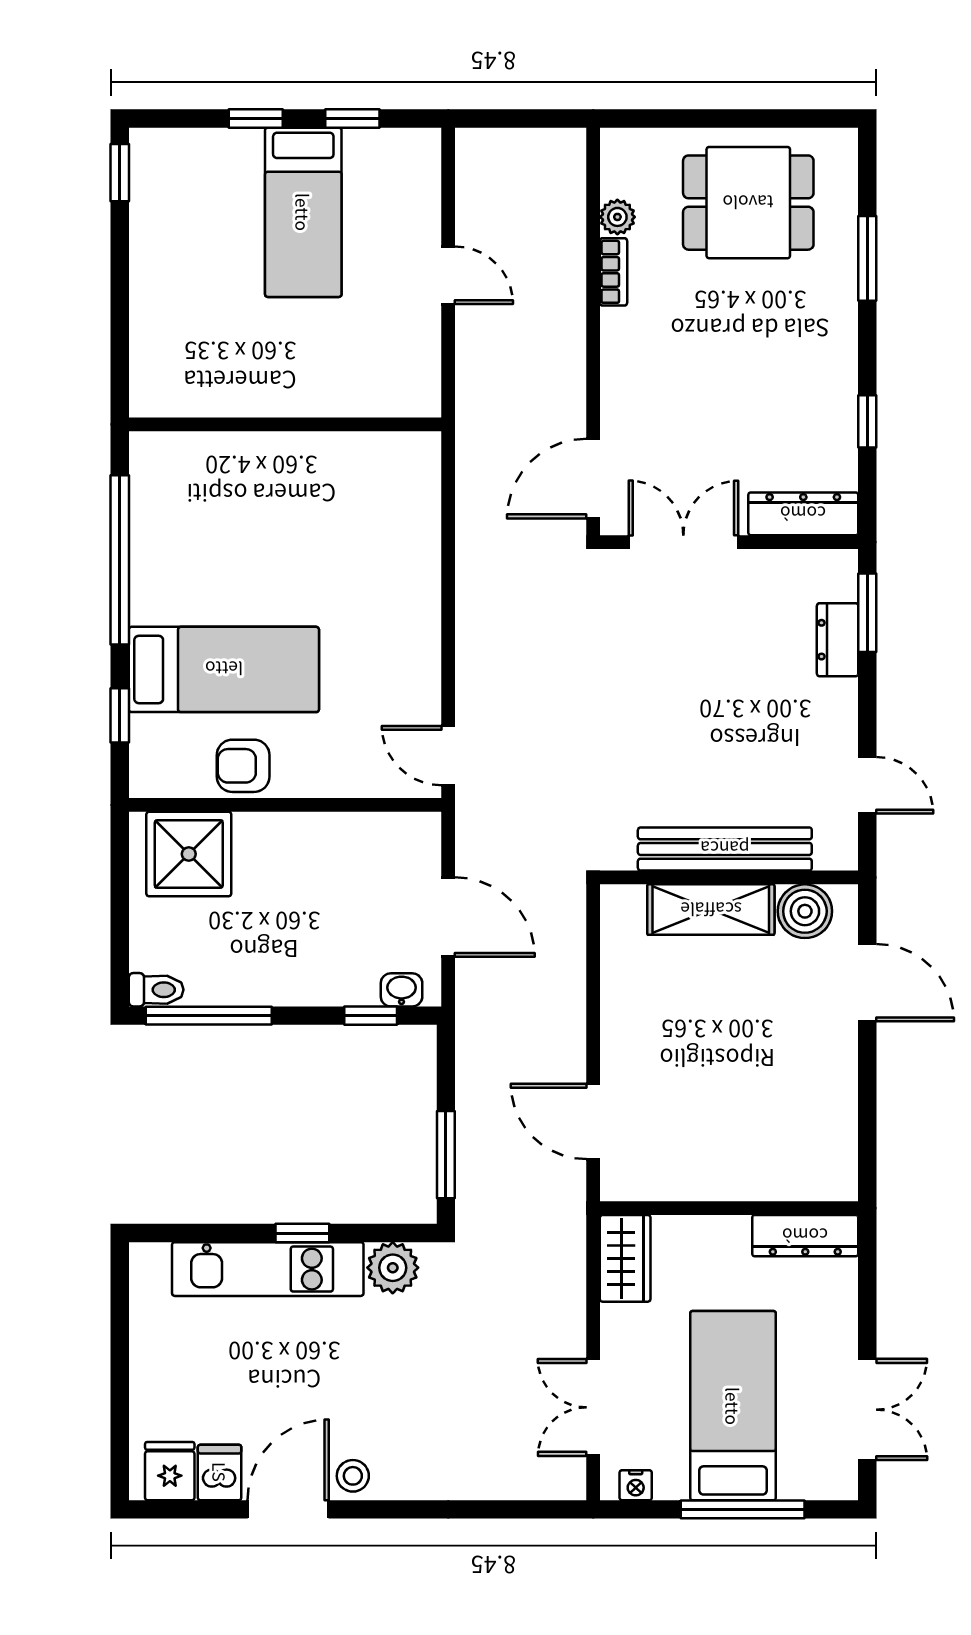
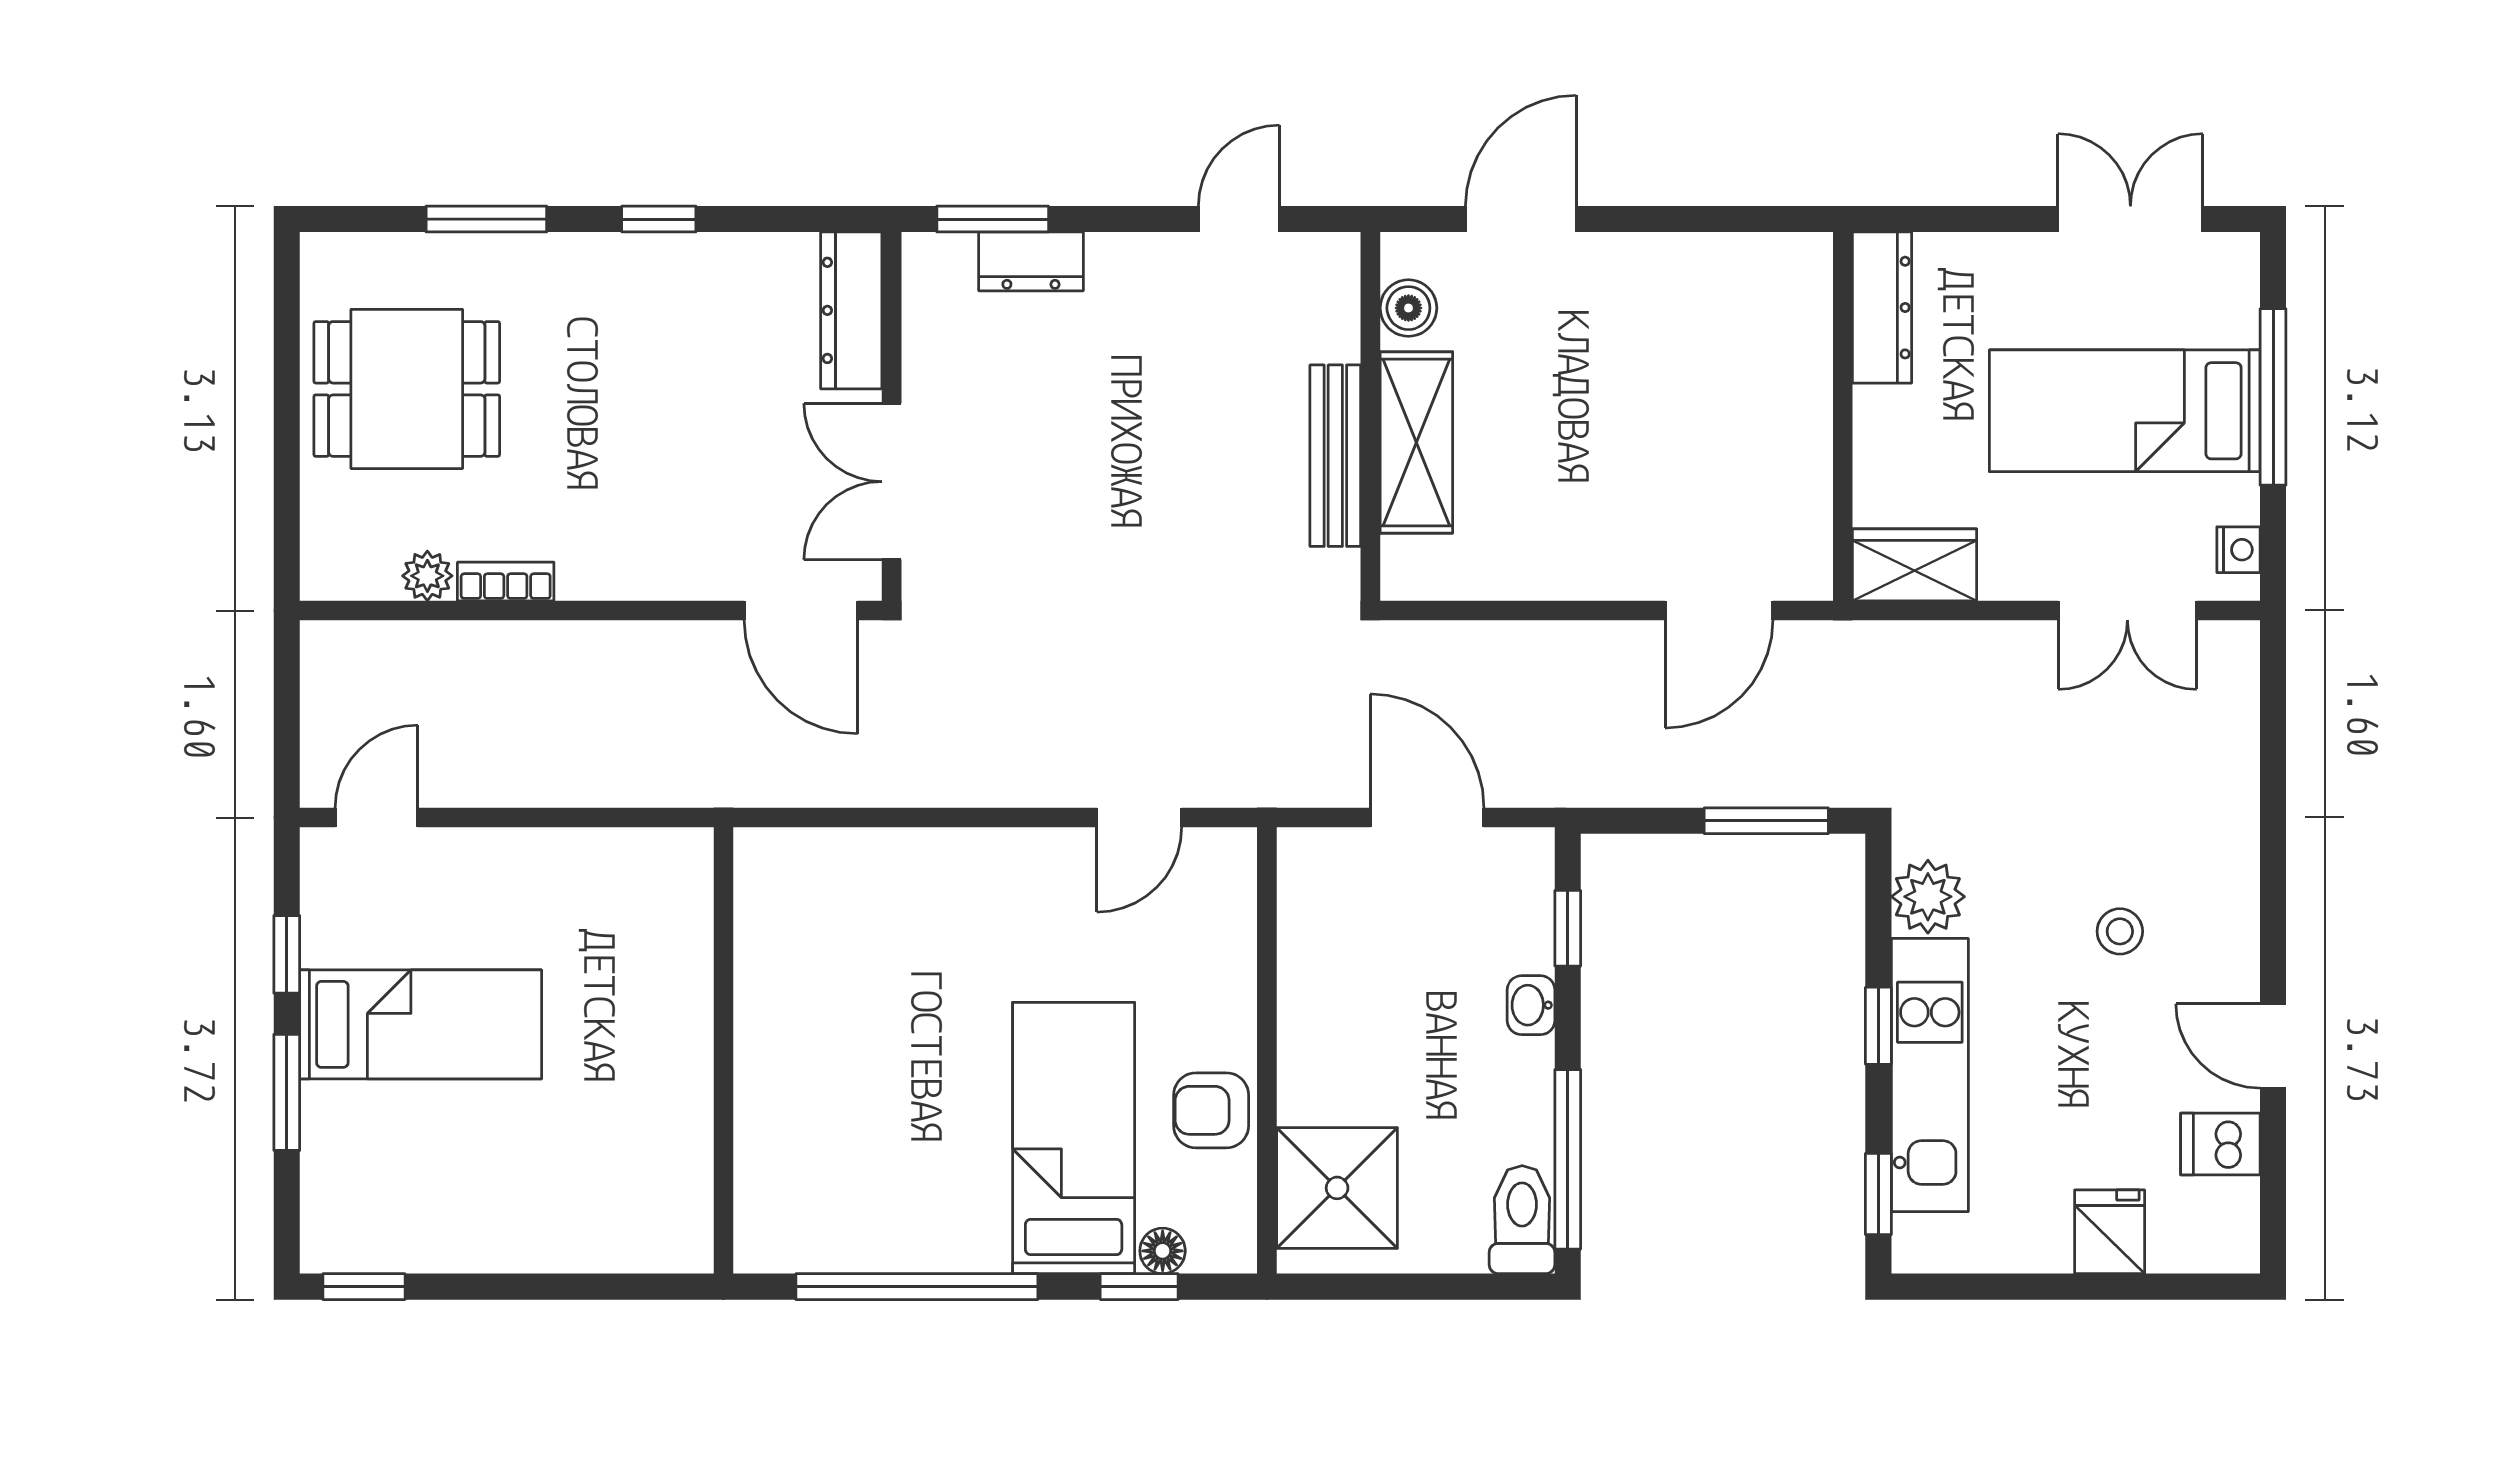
window: (256, 119) -> (287, 1092), width x1.50
dining table: (748, 203) -> (407, 389), turned 90
door: (448, 275) -> (377, 817), moved
window: (867, 421) -> (659, 219), moved
floor lamp: (145, 732) -> (1163, 1251), added
door: (448, 756) -> (1139, 817), moved
armchair: (243, 766) -> (1211, 1110), turned 90
bench: (725, 849) -> (1335, 456), width x0.73, depth x0.82
boiler: (805, 911) -> (1408, 308), width x0.73, depth x0.73
door: (448, 917) -> (1427, 817), hinge flipped
toilet: (156, 990) -> (1522, 1220), width x1.37, depth x1.39
washbasin: (402, 990) -> (1531, 1005), moved
window: (185, 1233) -> (1878, 1194), added
fridge: (170, 1471) -> (2110, 1232), moved, turned 90
stool: (353, 1476) -> (2120, 931), moved
door: (288, 1509) -> (2273, 1046), width x0.73

